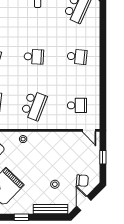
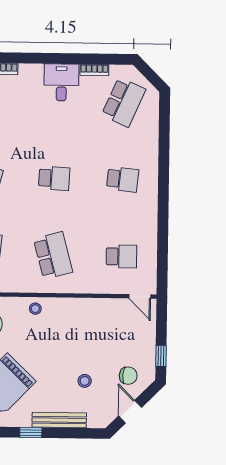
school desk: (34, 105) -> (53, 256), turned -36
window: (103, 157) -> (161, 356), moved
bench: (51, 209) -> (59, 420), moved

